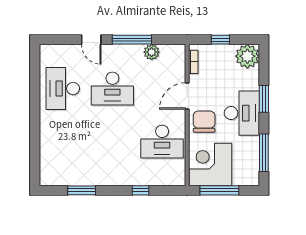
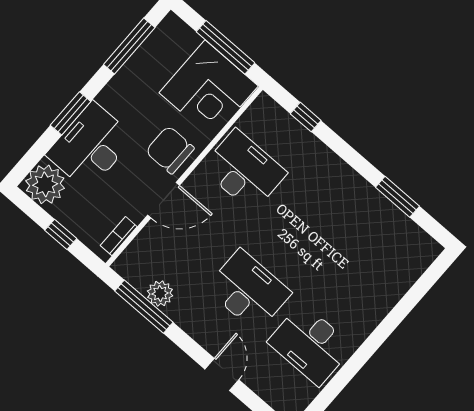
window: (132, 40) -> (144, 307), moved
desk: (63, 89) -> (310, 344), turned 90
desk: (242, 113) -> (90, 146), moved
chair: (204, 122) -> (170, 150), turned 90
window: (141, 190) -> (306, 117), moved

